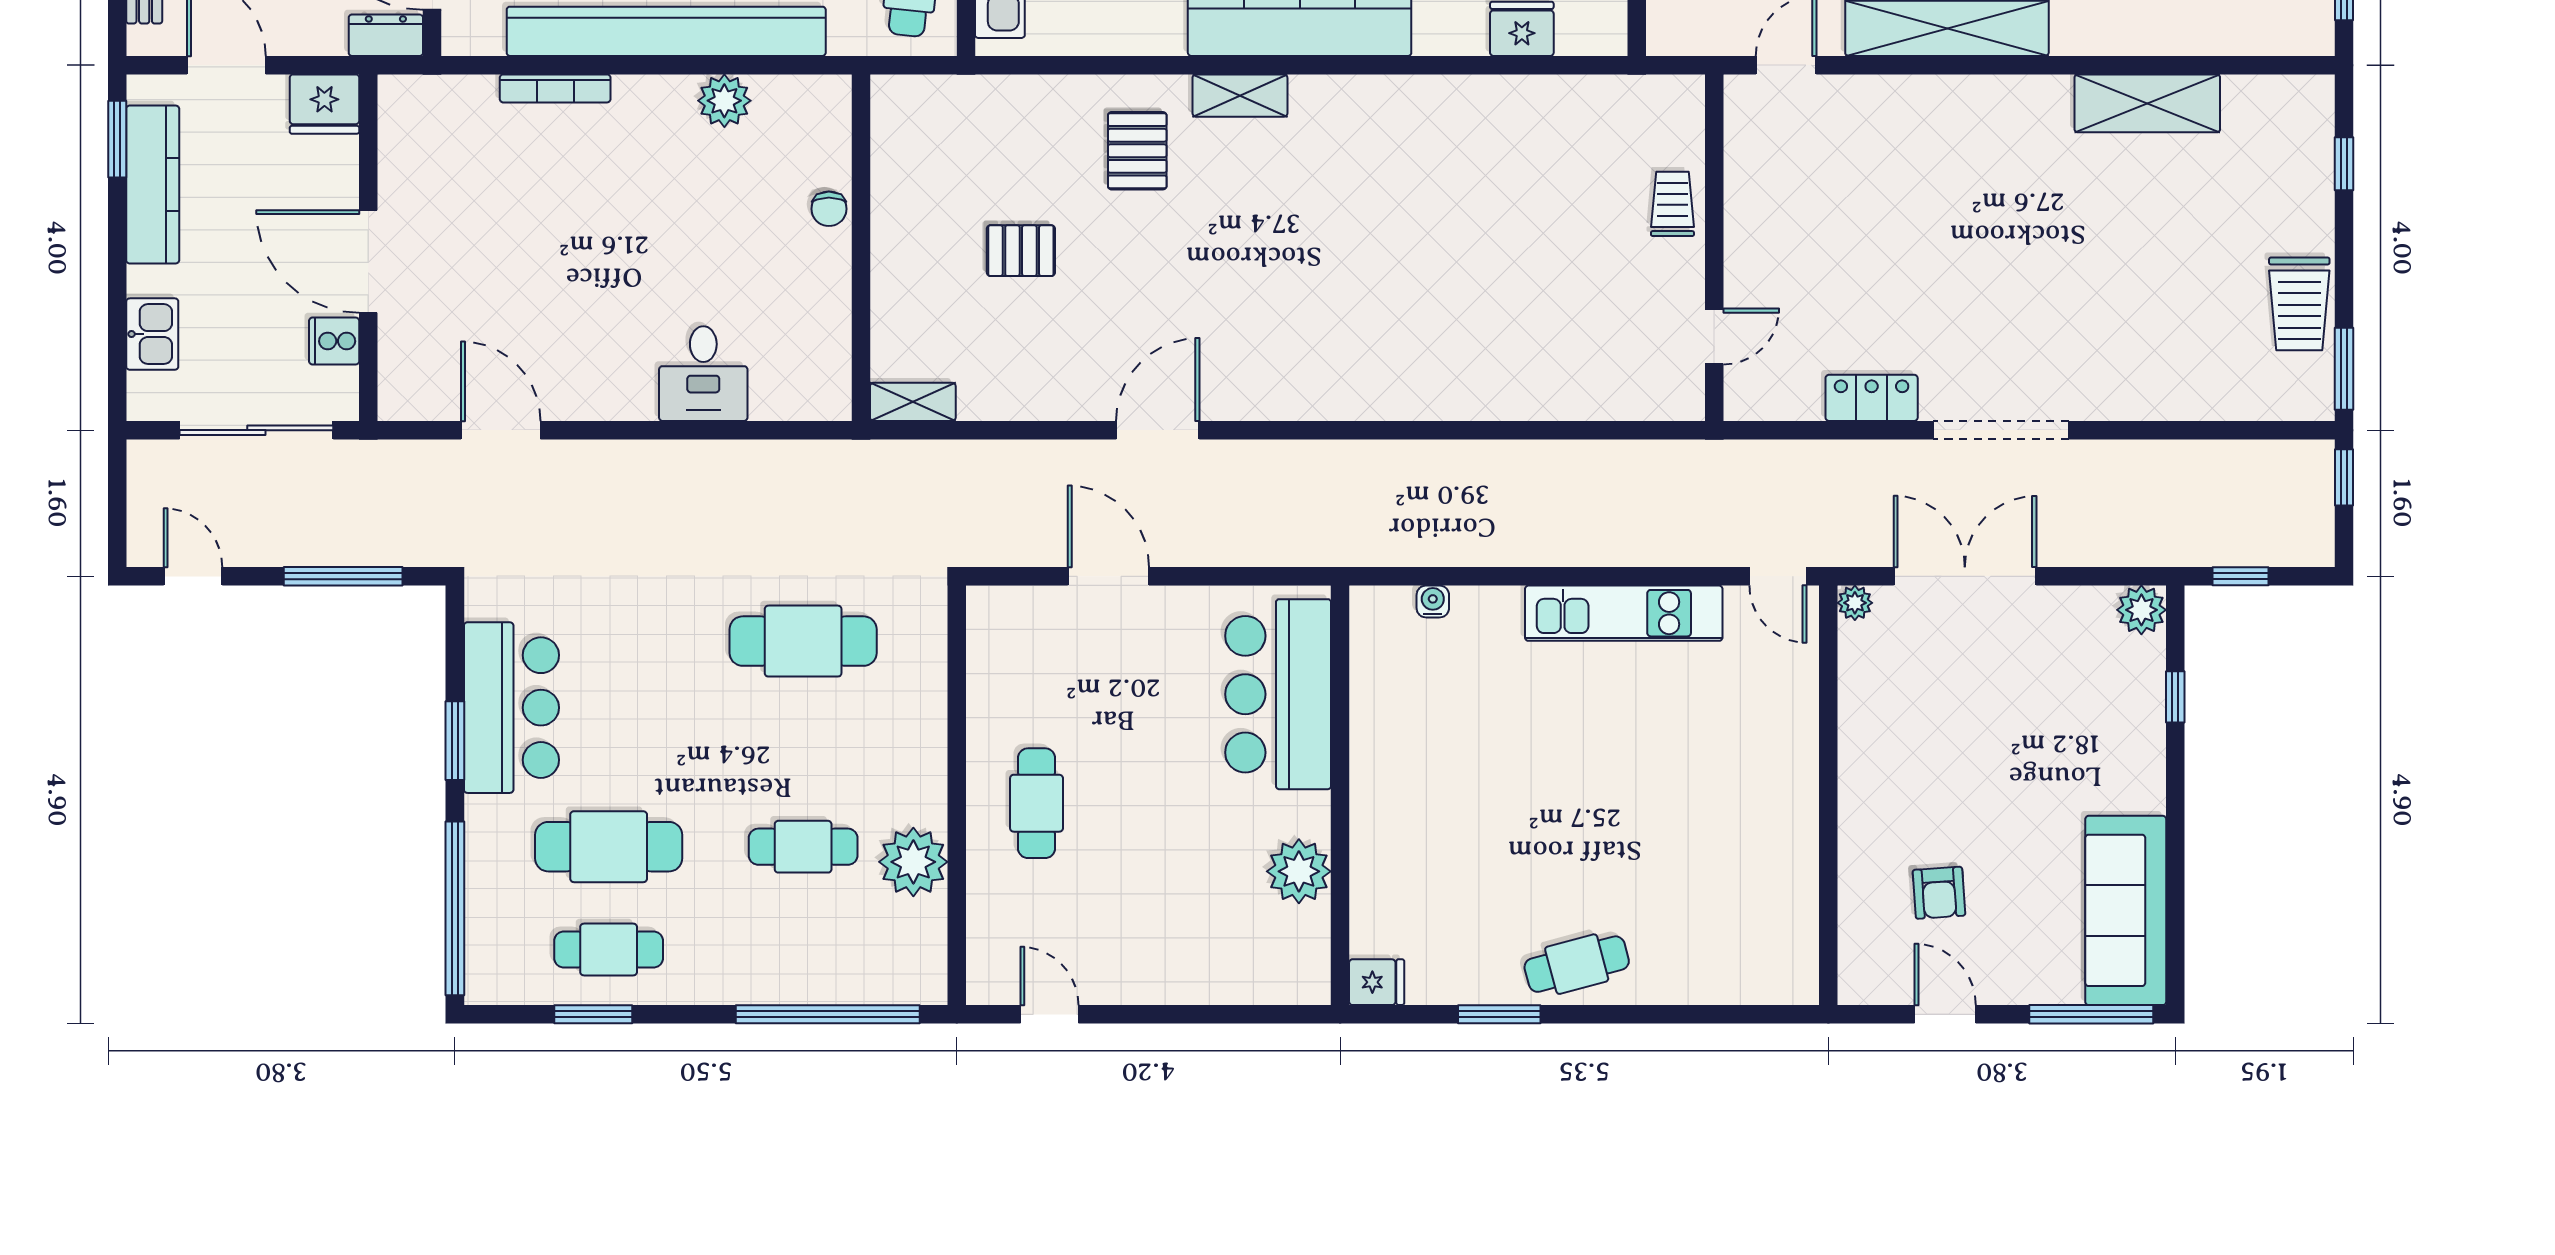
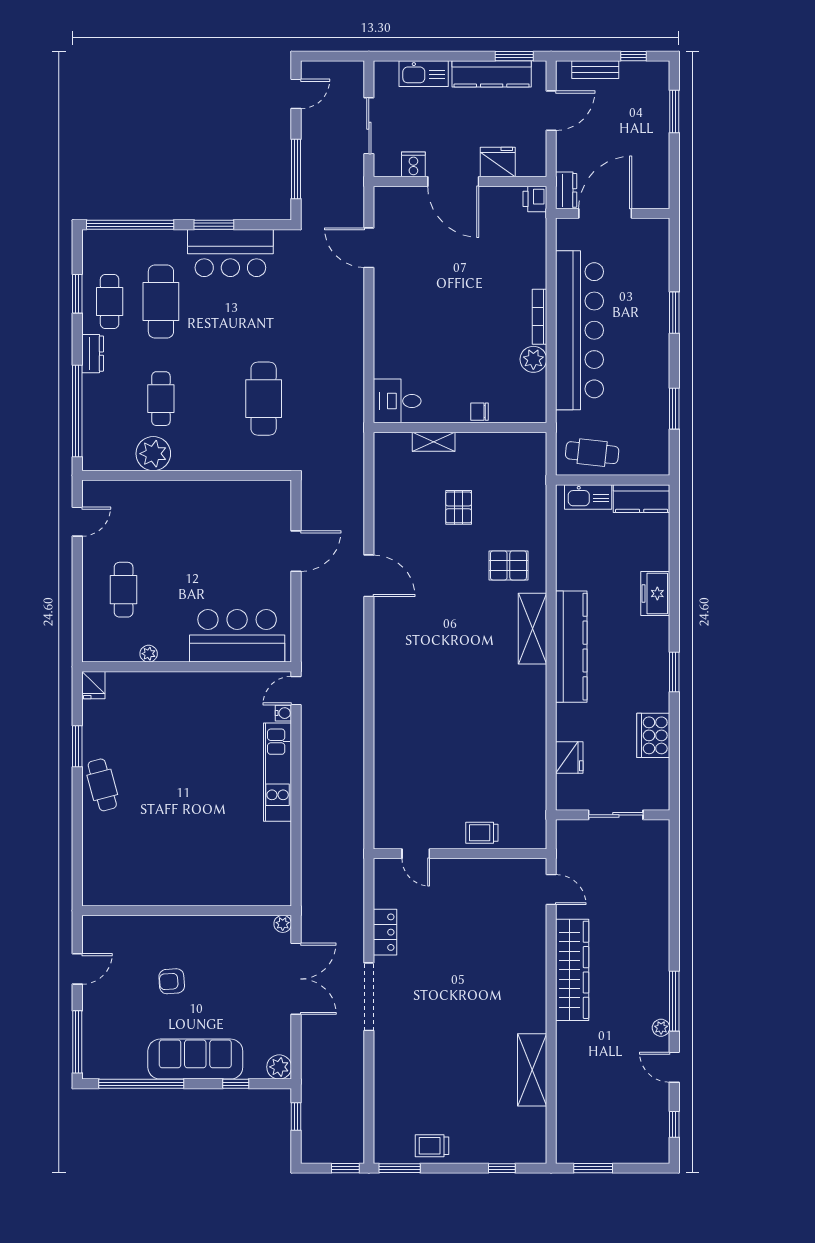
bookcase: (555, 88) -> (540, 317), moved
shelving: (1240, 96) -> (532, 629), width x1.50, depth x1.33
printer: (403, 98) -> (535, 199), added
fridge: (324, 104) -> (498, 162), moved, turned 90
trolley: (1672, 204) -> (482, 833), turned 180
door: (368, 261) -> (453, 181), swing flipped
trolley: (2299, 304) -> (432, 1146), width x0.73, depth x0.72
kitchen sink: (152, 334) -> (424, 74), width x1.38
desk: (703, 374) -> (397, 401), moved
shelving: (913, 402) -> (434, 442), moved, turned 90
sliding door: (256, 430) -> (369, 126), width x0.73
door: (501, 430) -> (369, 248), swing flipped
door: (1778, 576) -> (296, 691), moved
kitchen unit: (1624, 613) -> (278, 772), moved
cafe table: (1037, 803) -> (124, 590), moved, turned 90
plant: (1299, 871) -> (149, 654), width x0.53, depth x0.53
window: (2175, 886) -> (141, 1084), added
armchair: (1939, 893) -> (172, 981), moved
sofa: (2126, 910) -> (195, 1059), moved
dresser: (713, 984) -> (93, 354), added

